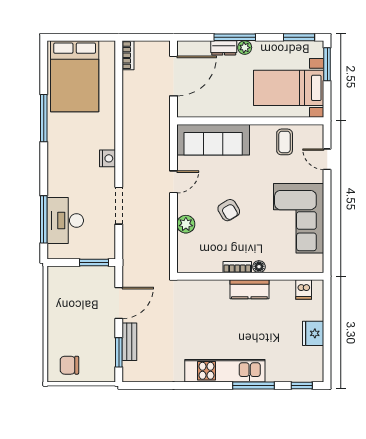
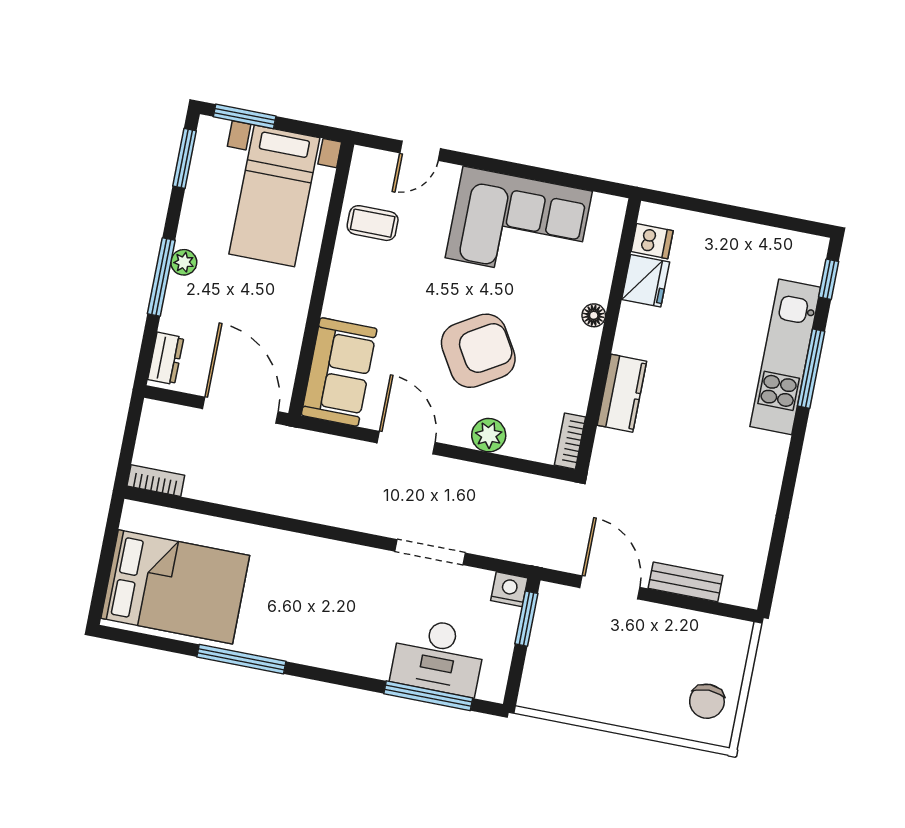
dresser: (224, 48) -> (166, 358), moved
door: (173, 76) -> (240, 410), moved
sofa: (213, 140) -> (339, 372), width x0.73
nightstand: (108, 158) -> (509, 589), moved
door: (173, 182) -> (406, 443), width x1.38
armchair: (229, 210) -> (478, 351), width x1.88, depth x1.88
bookcase: (237, 267) -> (570, 441), moved
kitchen counter: (249, 289) -> (622, 393), moved
fridge: (313, 333) -> (646, 281), moved, turned -90
window: (119, 352) -> (701, 605), removed
kitchen unit: (225, 371) -> (785, 357), moved

